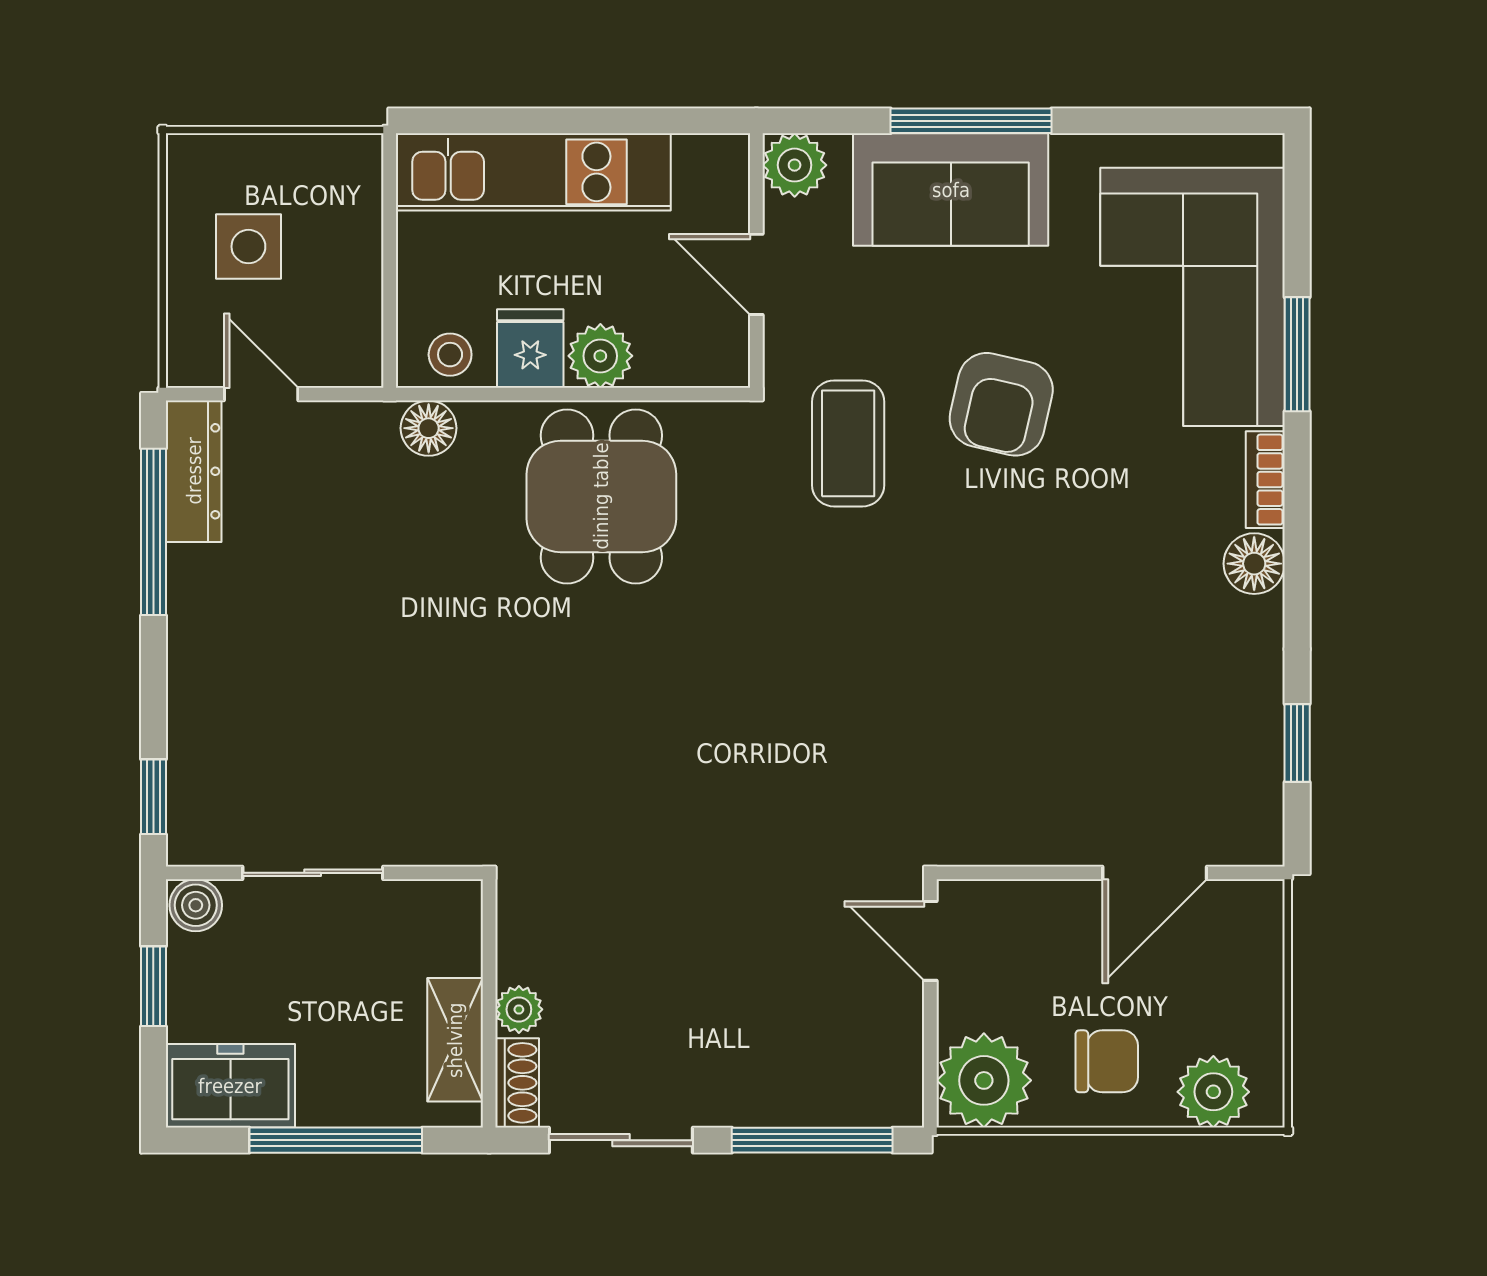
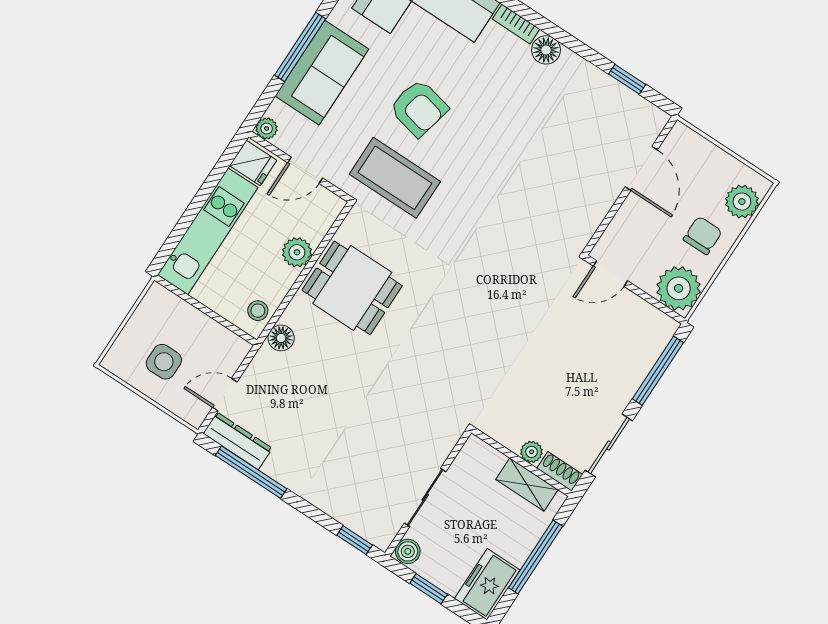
plant: (795, 165) -> (267, 128), width x0.73, depth x0.73
fridge: (530, 349) -> (253, 163), moved, turned 180
coffee table: (848, 443) -> (395, 178), width x1.36, depth x1.32

